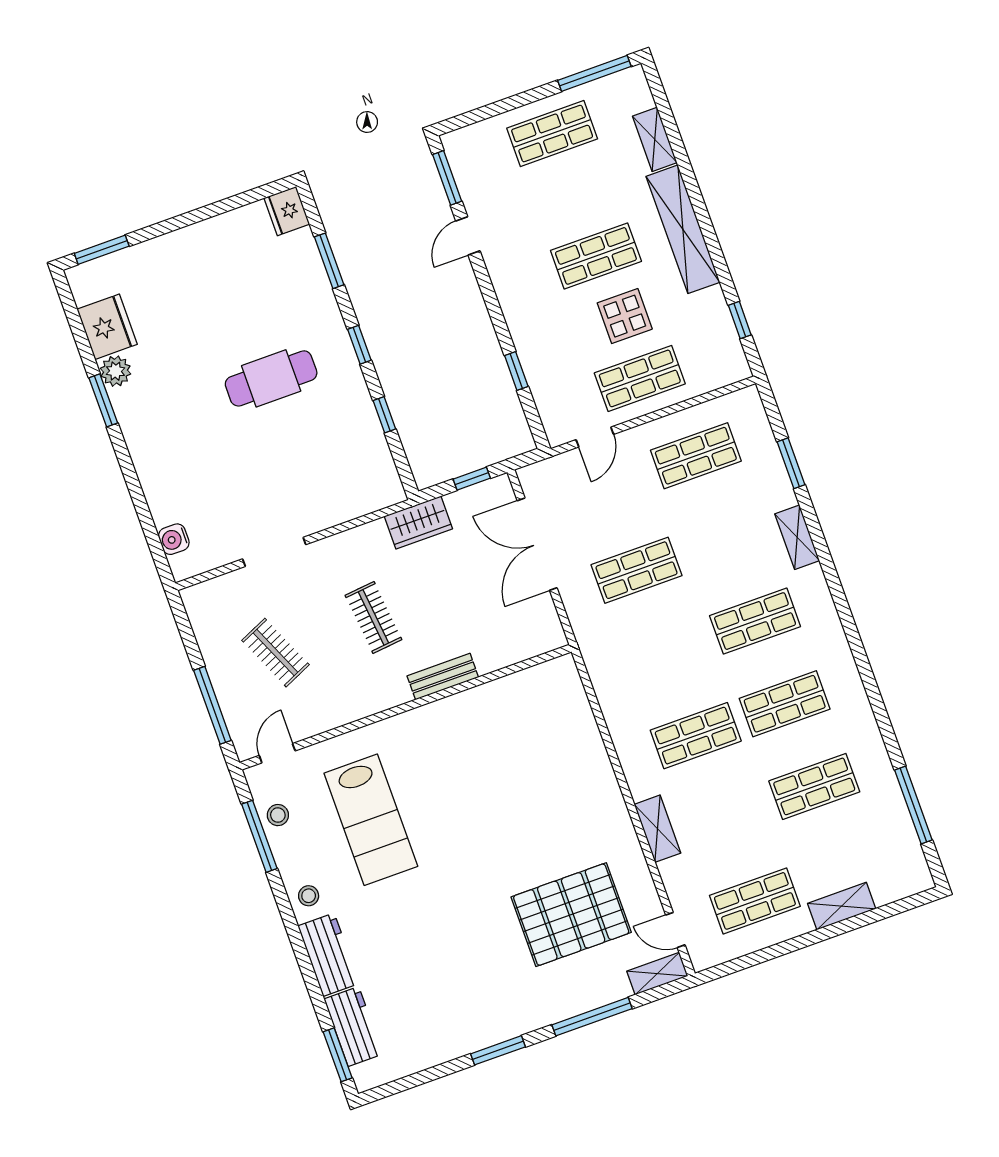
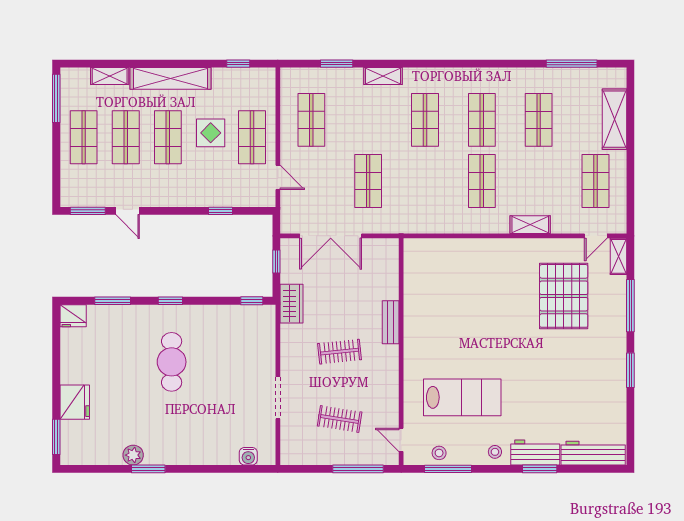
shop shelf: (574, 195) -> (126, 137), added
fridge: (107, 327) -> (75, 402), moved, turned 90
window: (384, 415) -> (252, 301), moved
clothes rail: (275, 653) -> (340, 419), turned 33
shelving: (842, 906) -> (614, 119), width x1.50, depth x1.33
workbench: (353, 1026) -> (593, 453), width x1.38
window: (338, 1055) -> (540, 469), moved

